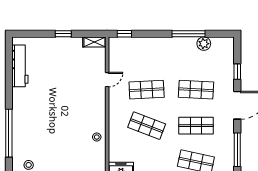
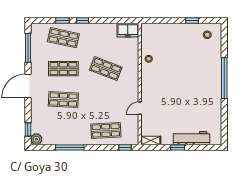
plant: (204, 44) -> (36, 139), moved
workbench: (20, 66) -> (192, 138), moved, turned 90
window: (237, 72) -> (28, 130), moved
shop shelf: (147, 90) -> (106, 130), moved
window: (9, 133) -> (224, 78), moved

